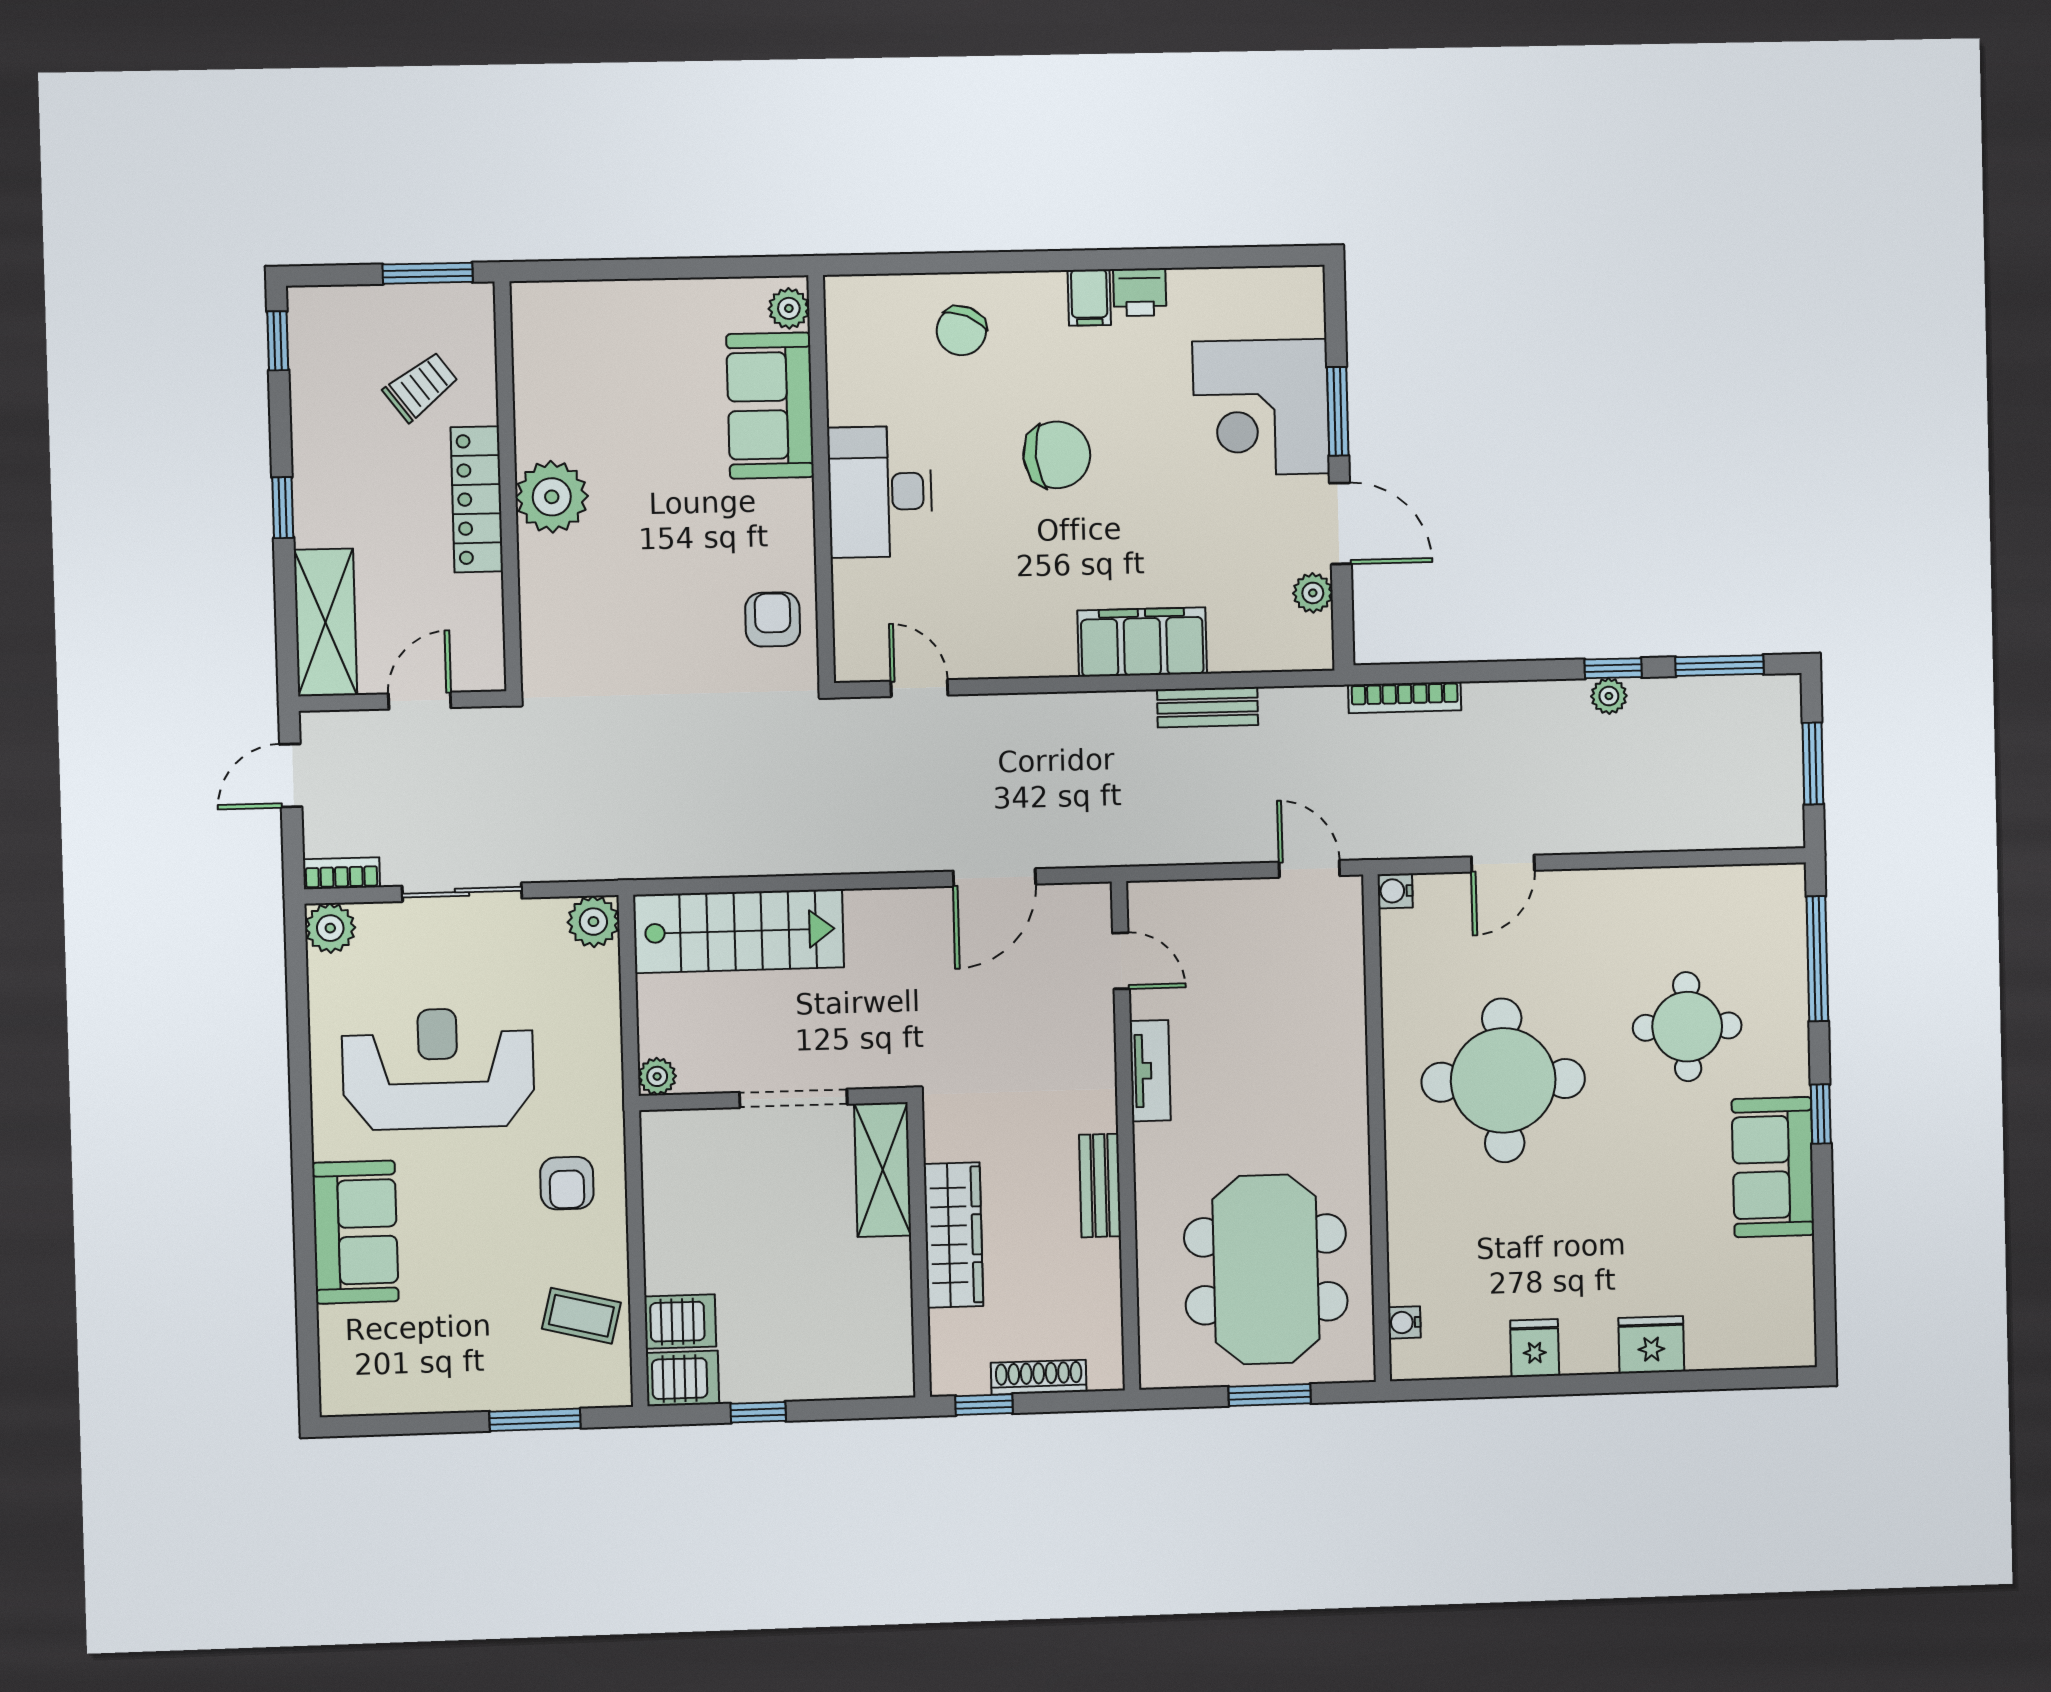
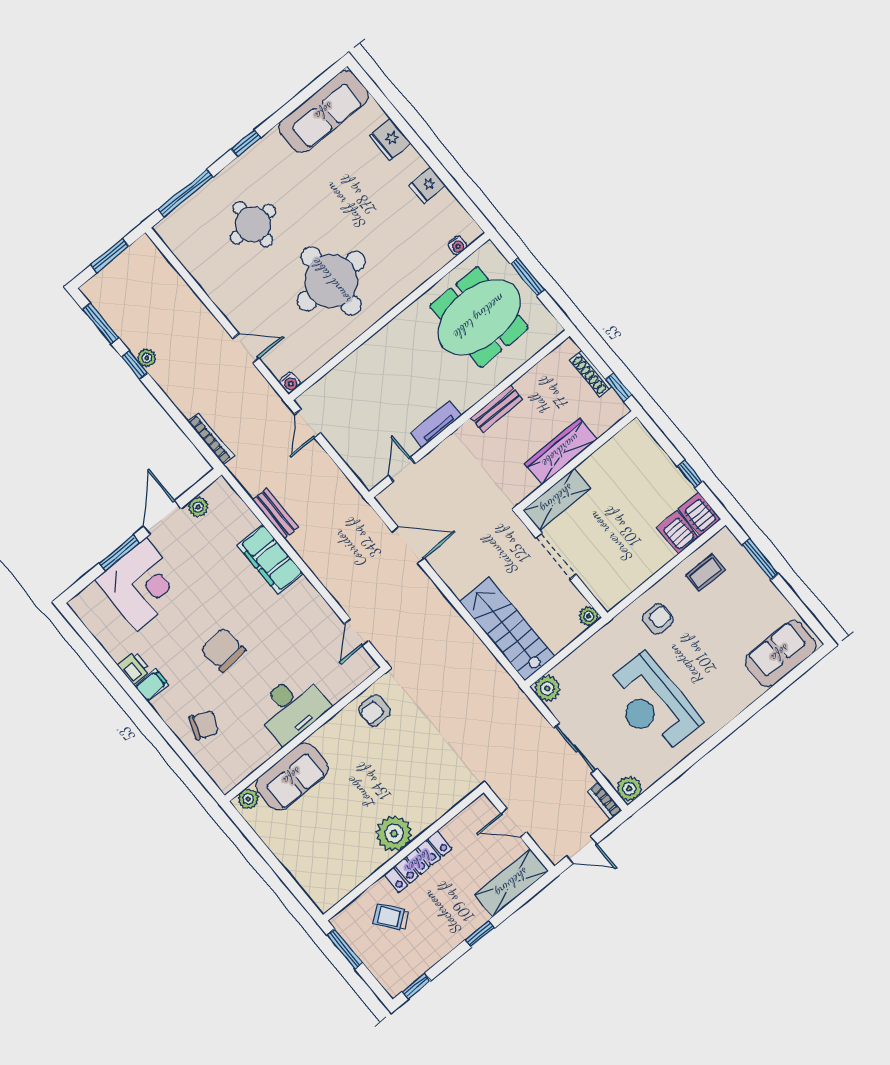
sofa: (1773, 1167) -> (324, 112), moved, width x1.36
sofa: (355, 1232) -> (780, 654), moved
coffee table: (581, 1316) -> (705, 573), turned 76

